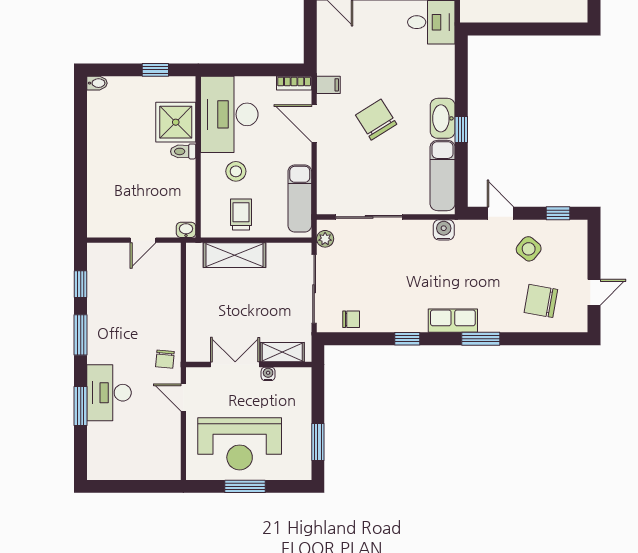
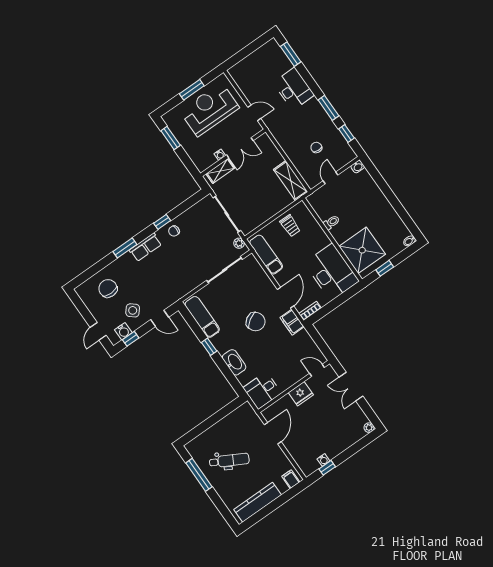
filing cabinet: (328, 85) -> (292, 322), width x2.00
washbasin: (443, 118) -> (234, 362), moved
shower: (176, 122) -> (362, 250), width x1.37, depth x1.37
door: (314, 123) -> (286, 298), hinge flipped
toilet: (183, 151) -> (331, 222), moved
stool: (236, 171) -> (308, 246), removed
washbasin: (186, 230) -> (358, 167), moved
water cooler: (444, 230) -> (123, 331), moved
shelving: (234, 255) -> (291, 181), moved, turned 90
door: (594, 292) -> (98, 331), moved
chair: (541, 301) -> (108, 288), turned -100
chair: (351, 319) -> (174, 231), moved
chair: (165, 359) -> (316, 147), moved
window: (81, 406) -> (291, 54), moved

